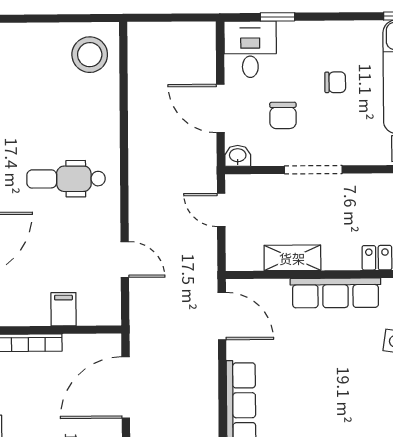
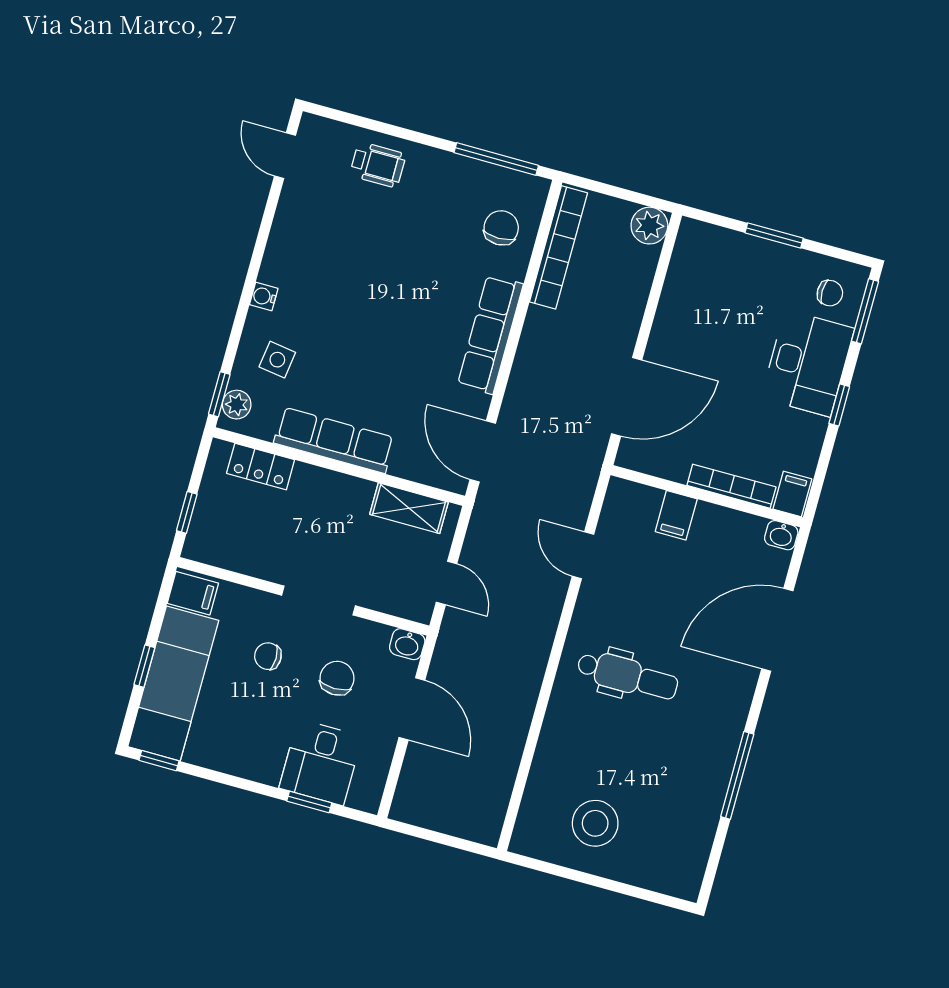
desk: (250, 49) -> (321, 762), moved
stool: (90, 55) -> (595, 823), moved
chair: (335, 82) -> (268, 656), moved
shelving: (292, 258) -> (409, 508), moved

